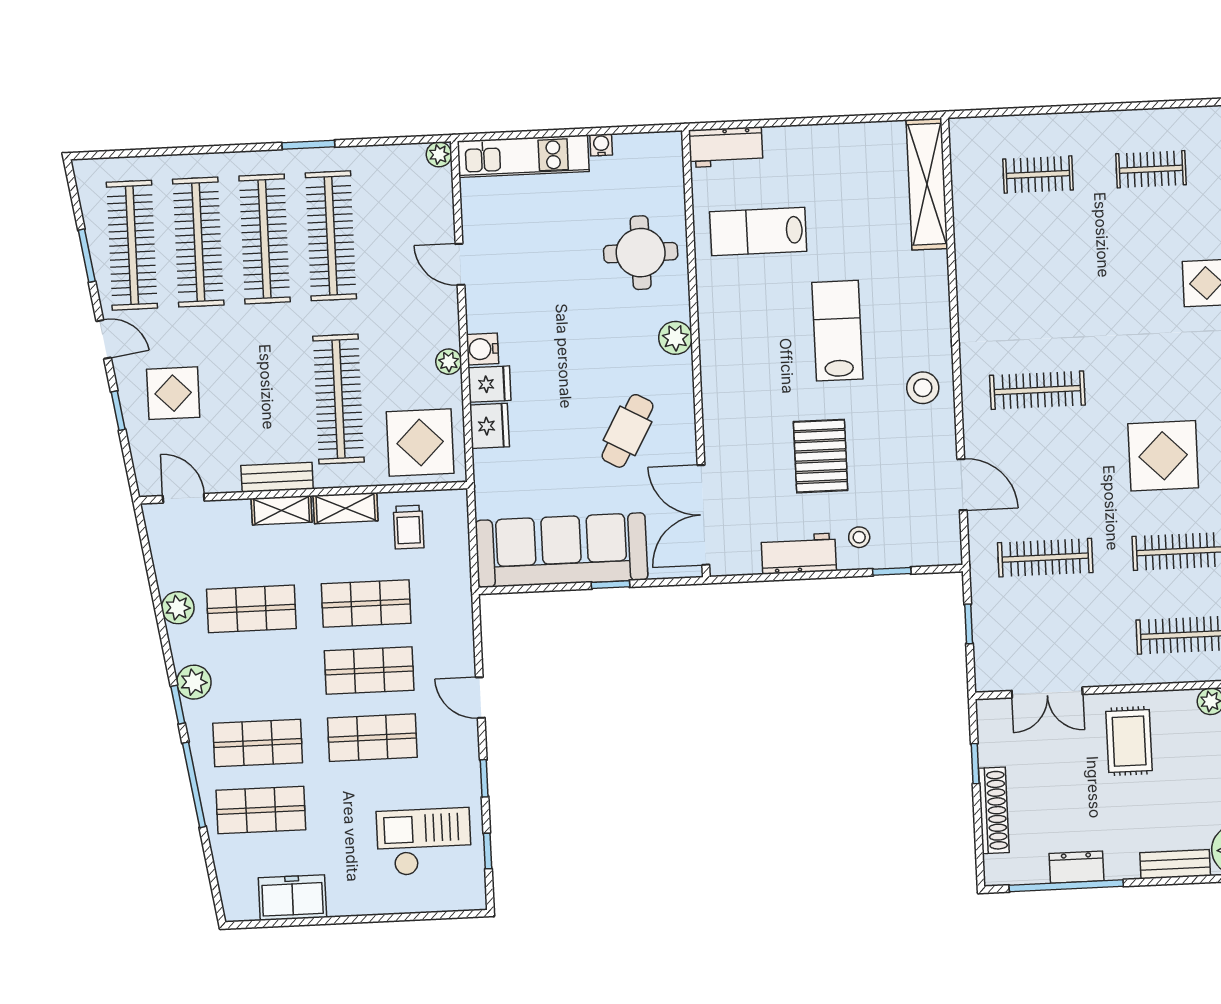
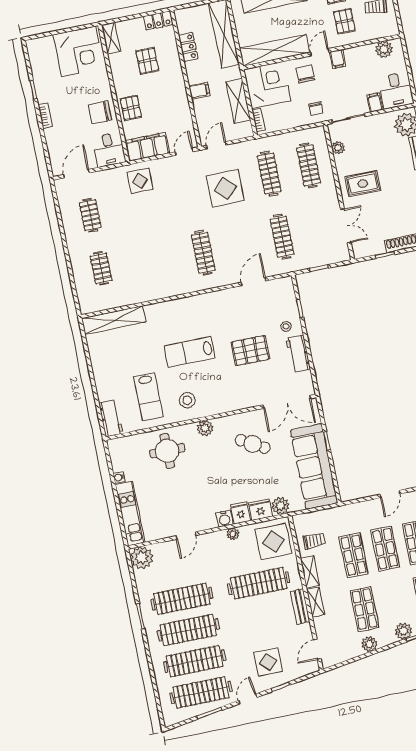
plant: (439, 154) -> (142, 558), width x1.88, depth x1.88
stool: (923, 388) -> (187, 400), moved
plant: (491, 469) -> (280, 506), added

